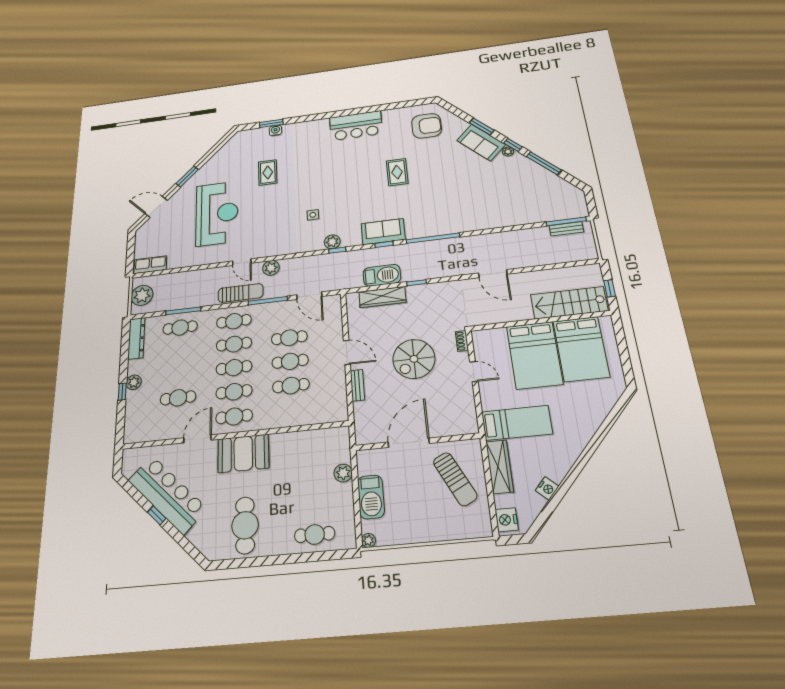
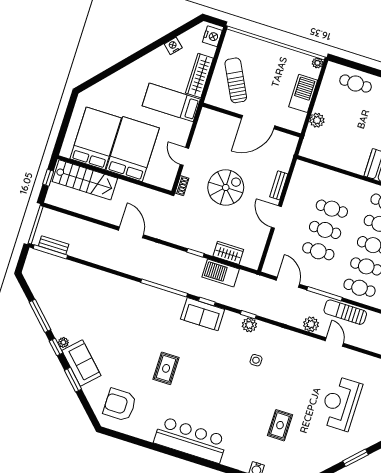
bar counter: (356, 126) -> (191, 440), width x1.36
reception desk: (217, 213) -> (340, 403), width x0.74, depth x0.77
wardrobe: (382, 297) -> (228, 253), width x0.67

